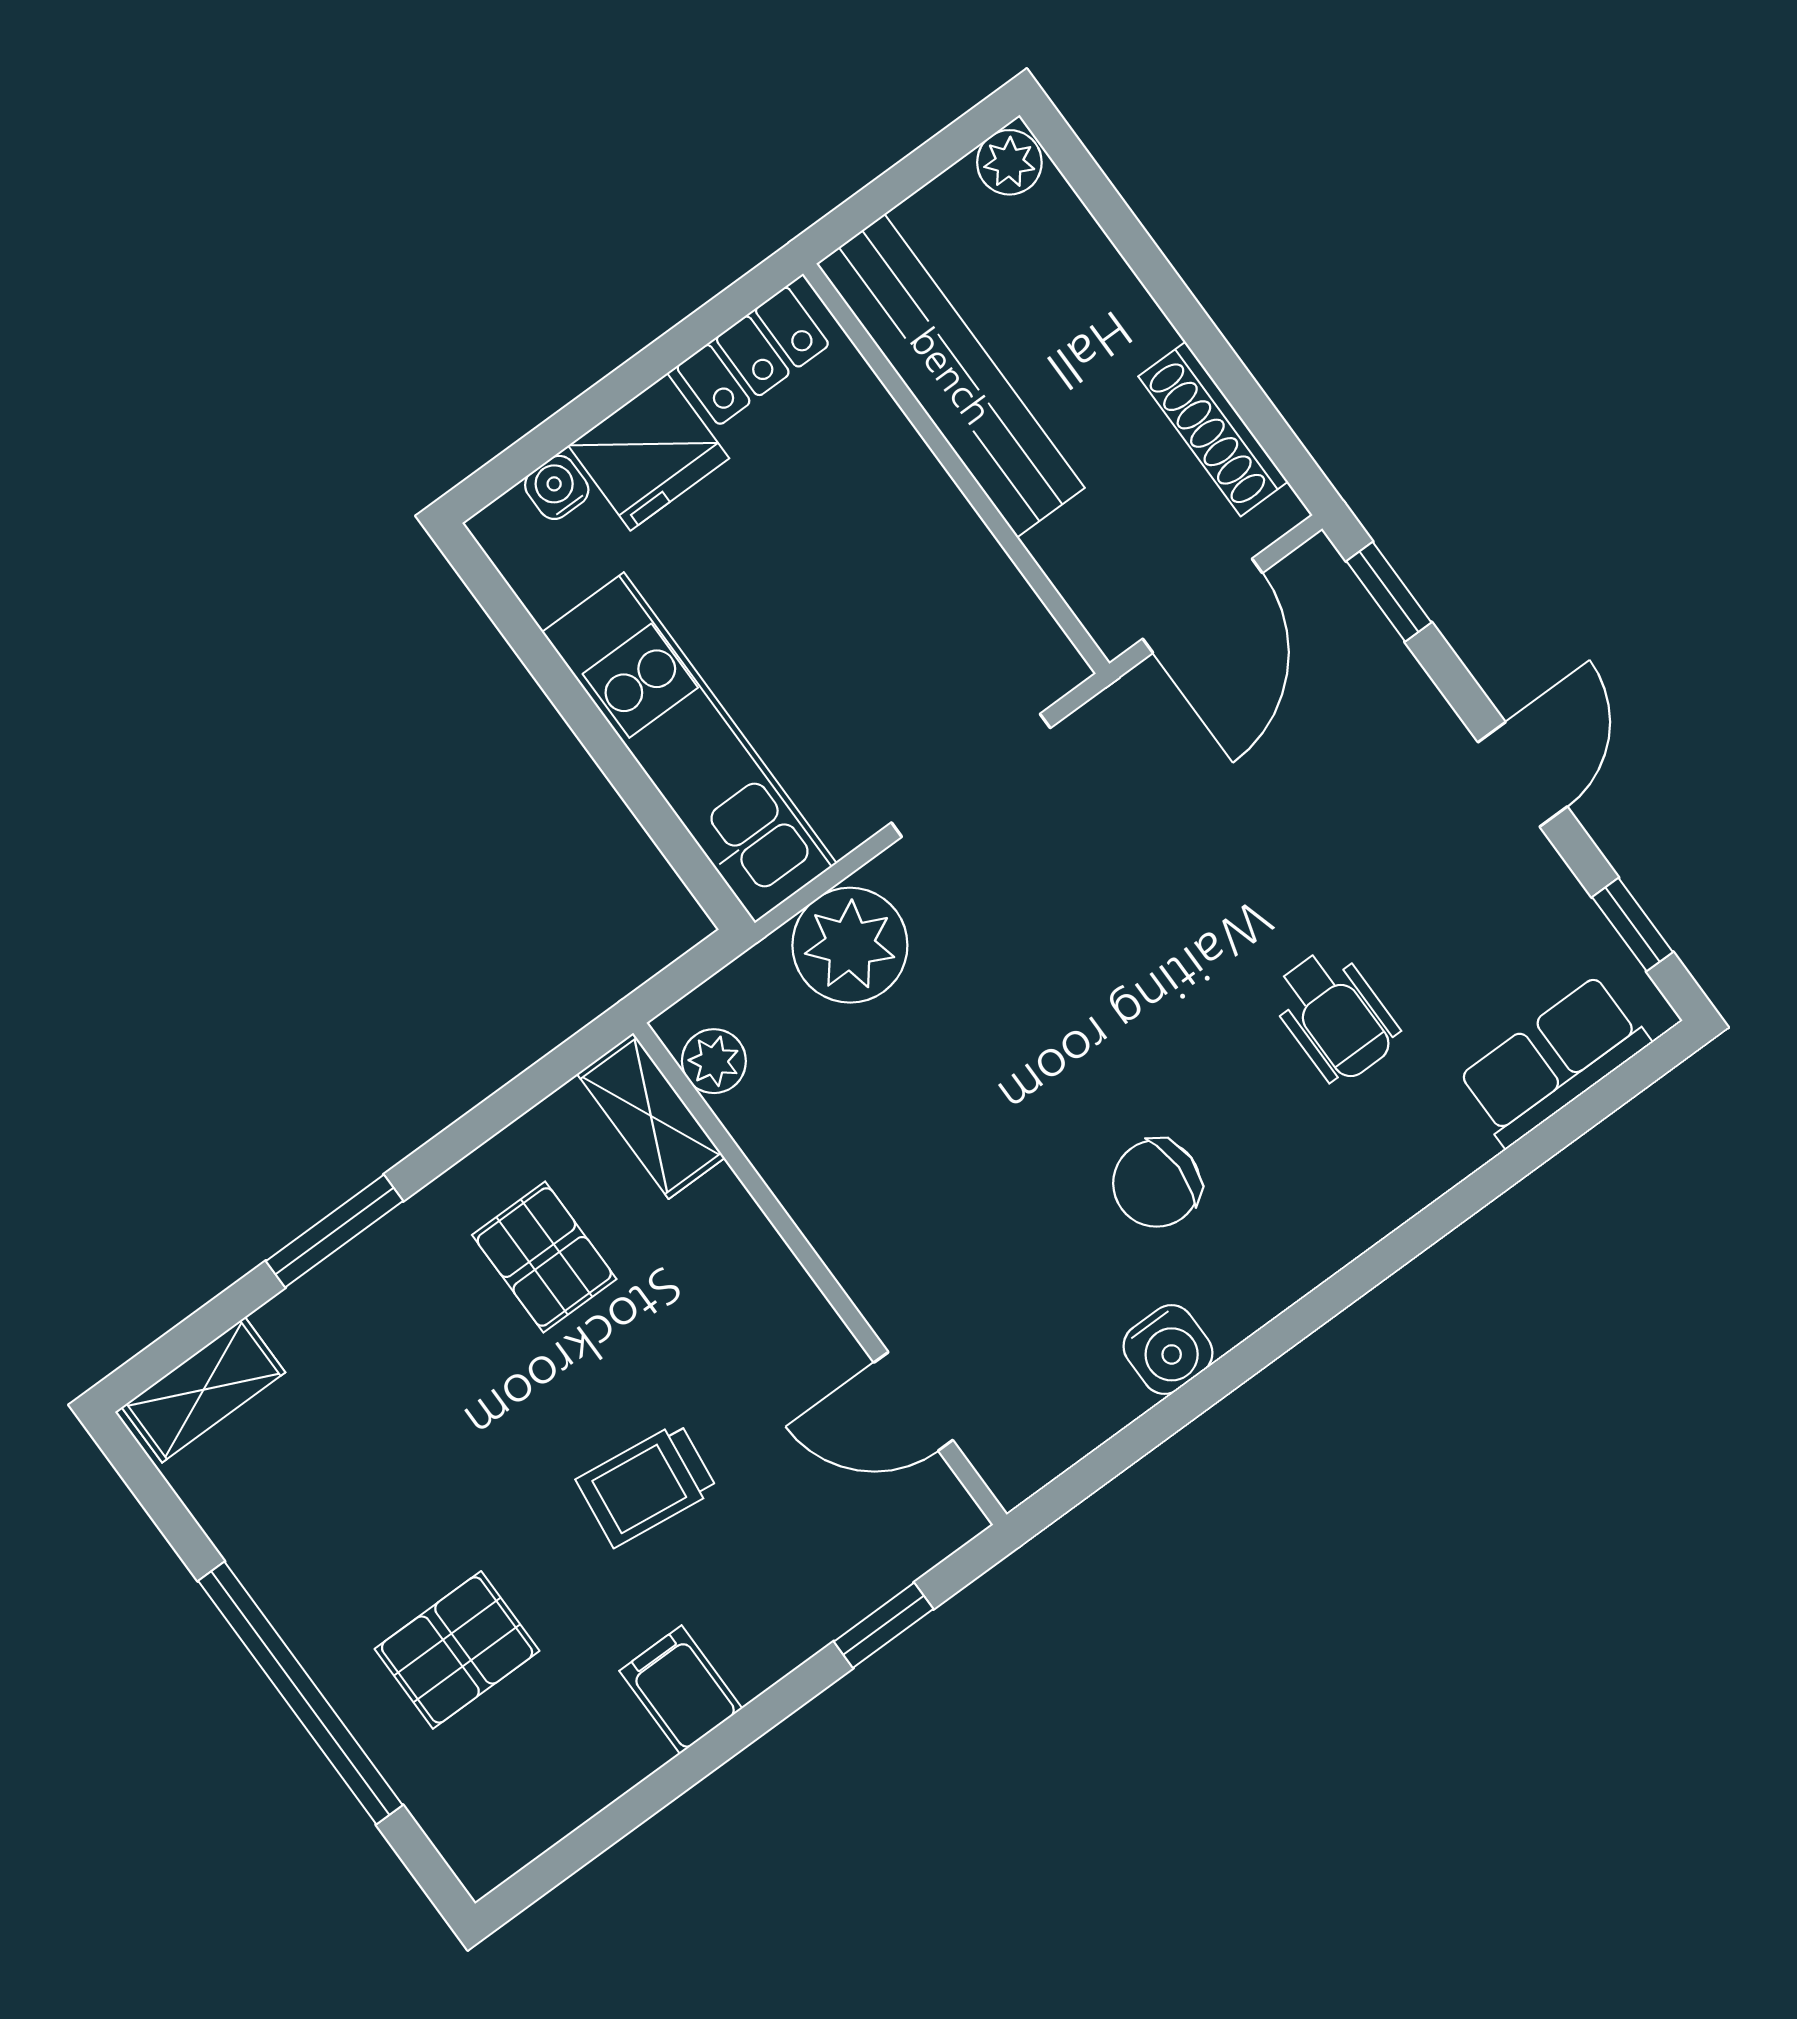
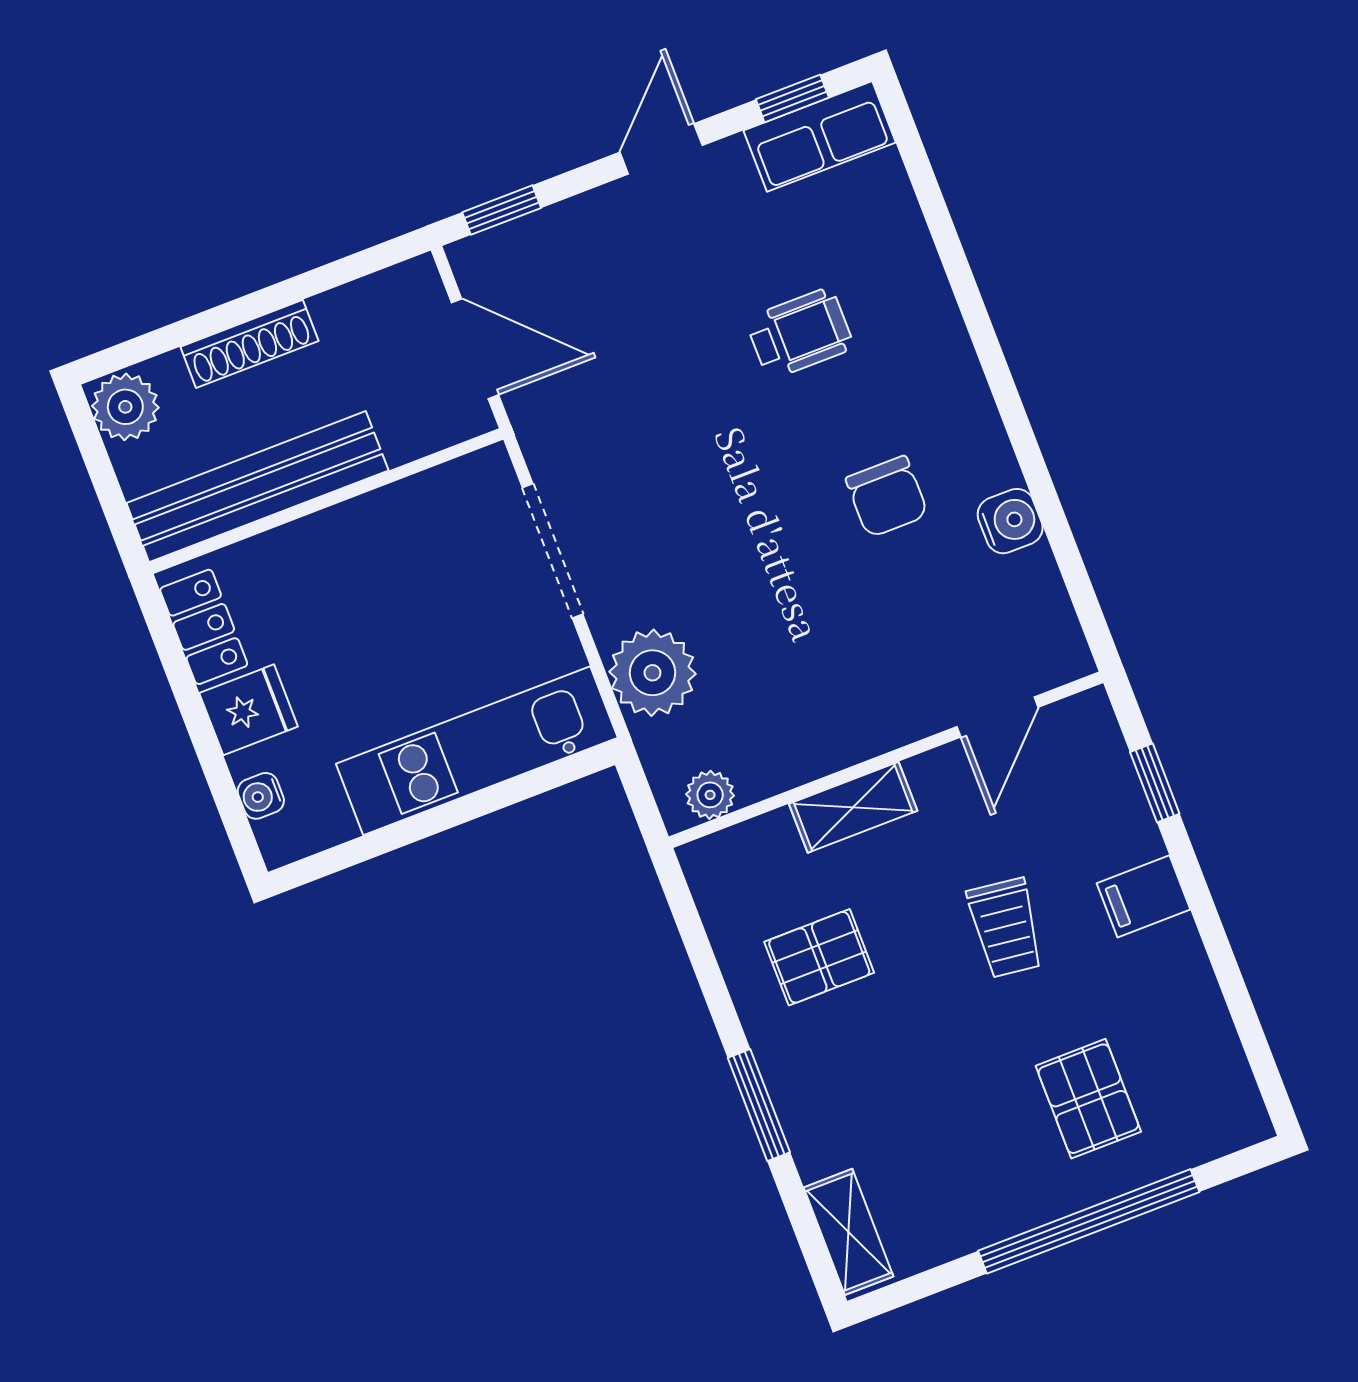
plant: (1009, 162) -> (125, 407), width x1.38, depth x1.38
shoe rack: (1213, 429) -> (249, 344), moved
fridge: (649, 452) -> (249, 710), width x0.72
door: (1523, 774) -> (661, 149), hinge flipped
row of seats: (1553, 1061) -> (820, 136), moved, turned -90
shelving: (651, 1116) -> (853, 807), moved
filing cabinet: (681, 1690) -> (1143, 896), moved

